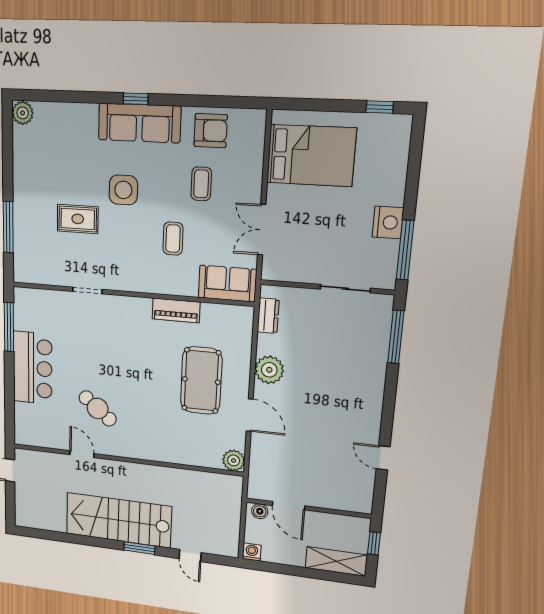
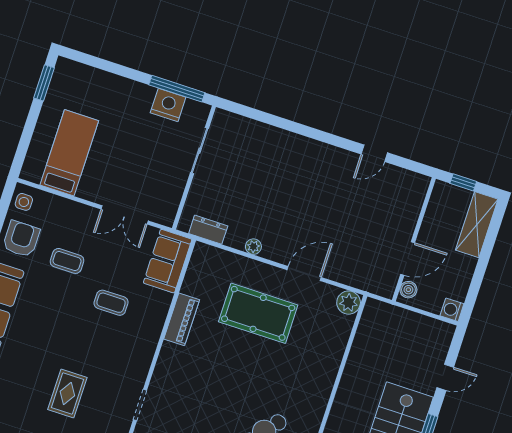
window: (380, 107) -> (44, 83), width x1.50
bed: (311, 156) -> (69, 153), width x0.67
side table: (123, 190) -> (24, 202), moved, width x0.54, depth x0.54
nightstand: (388, 222) -> (168, 105), moved
window: (396, 337) -> (256, 115), removed
plant: (269, 370) -> (253, 247), width x0.53, depth x0.53

